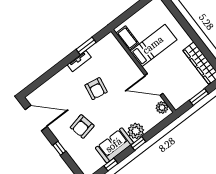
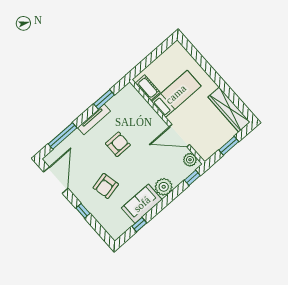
tv unit: (79, 61) -> (94, 119), width x1.41
window: (45, 77) -> (63, 136), added
armchair: (96, 89) -> (118, 144), turned -100
door: (36, 118) -> (56, 180), hinge flipped
window: (138, 143) -> (192, 178), moved

